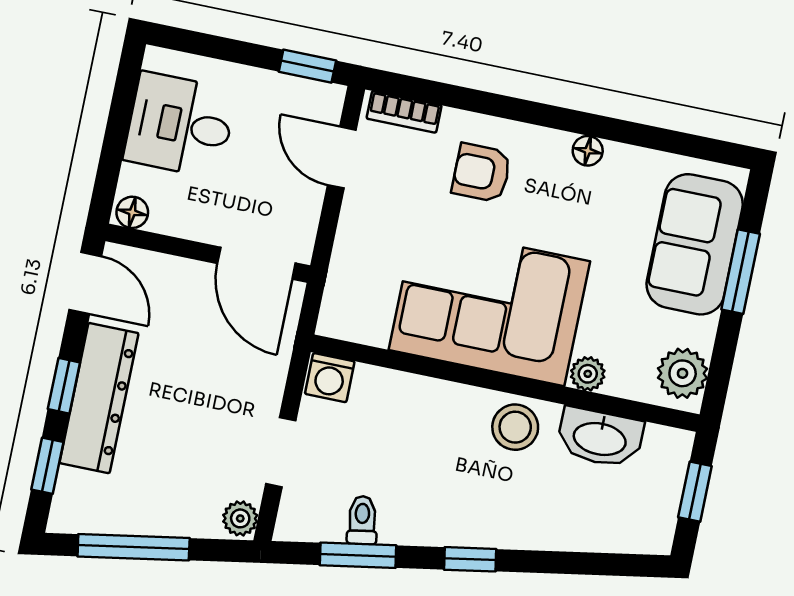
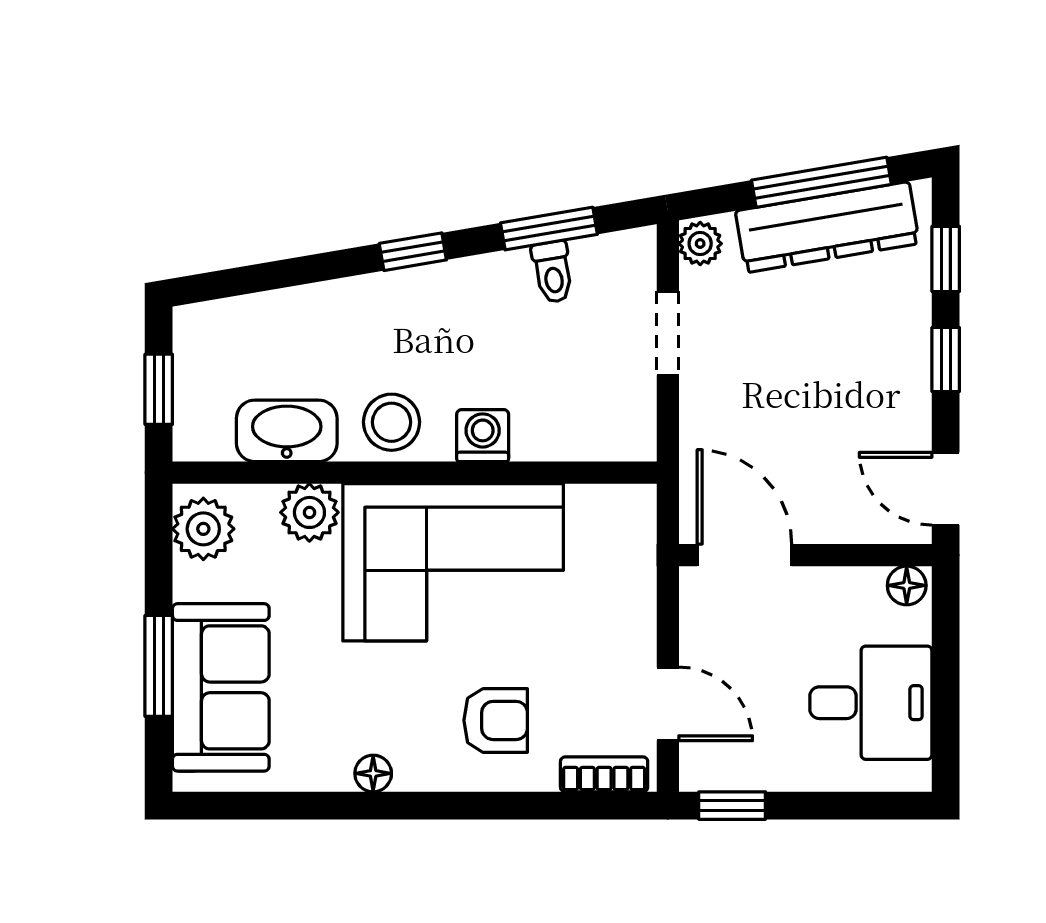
plant: (588, 374) -> (309, 512), width x1.38, depth x1.38
washing machine: (330, 378) -> (483, 436), moved
dresser: (99, 398) -> (827, 227), moved, turned -100

